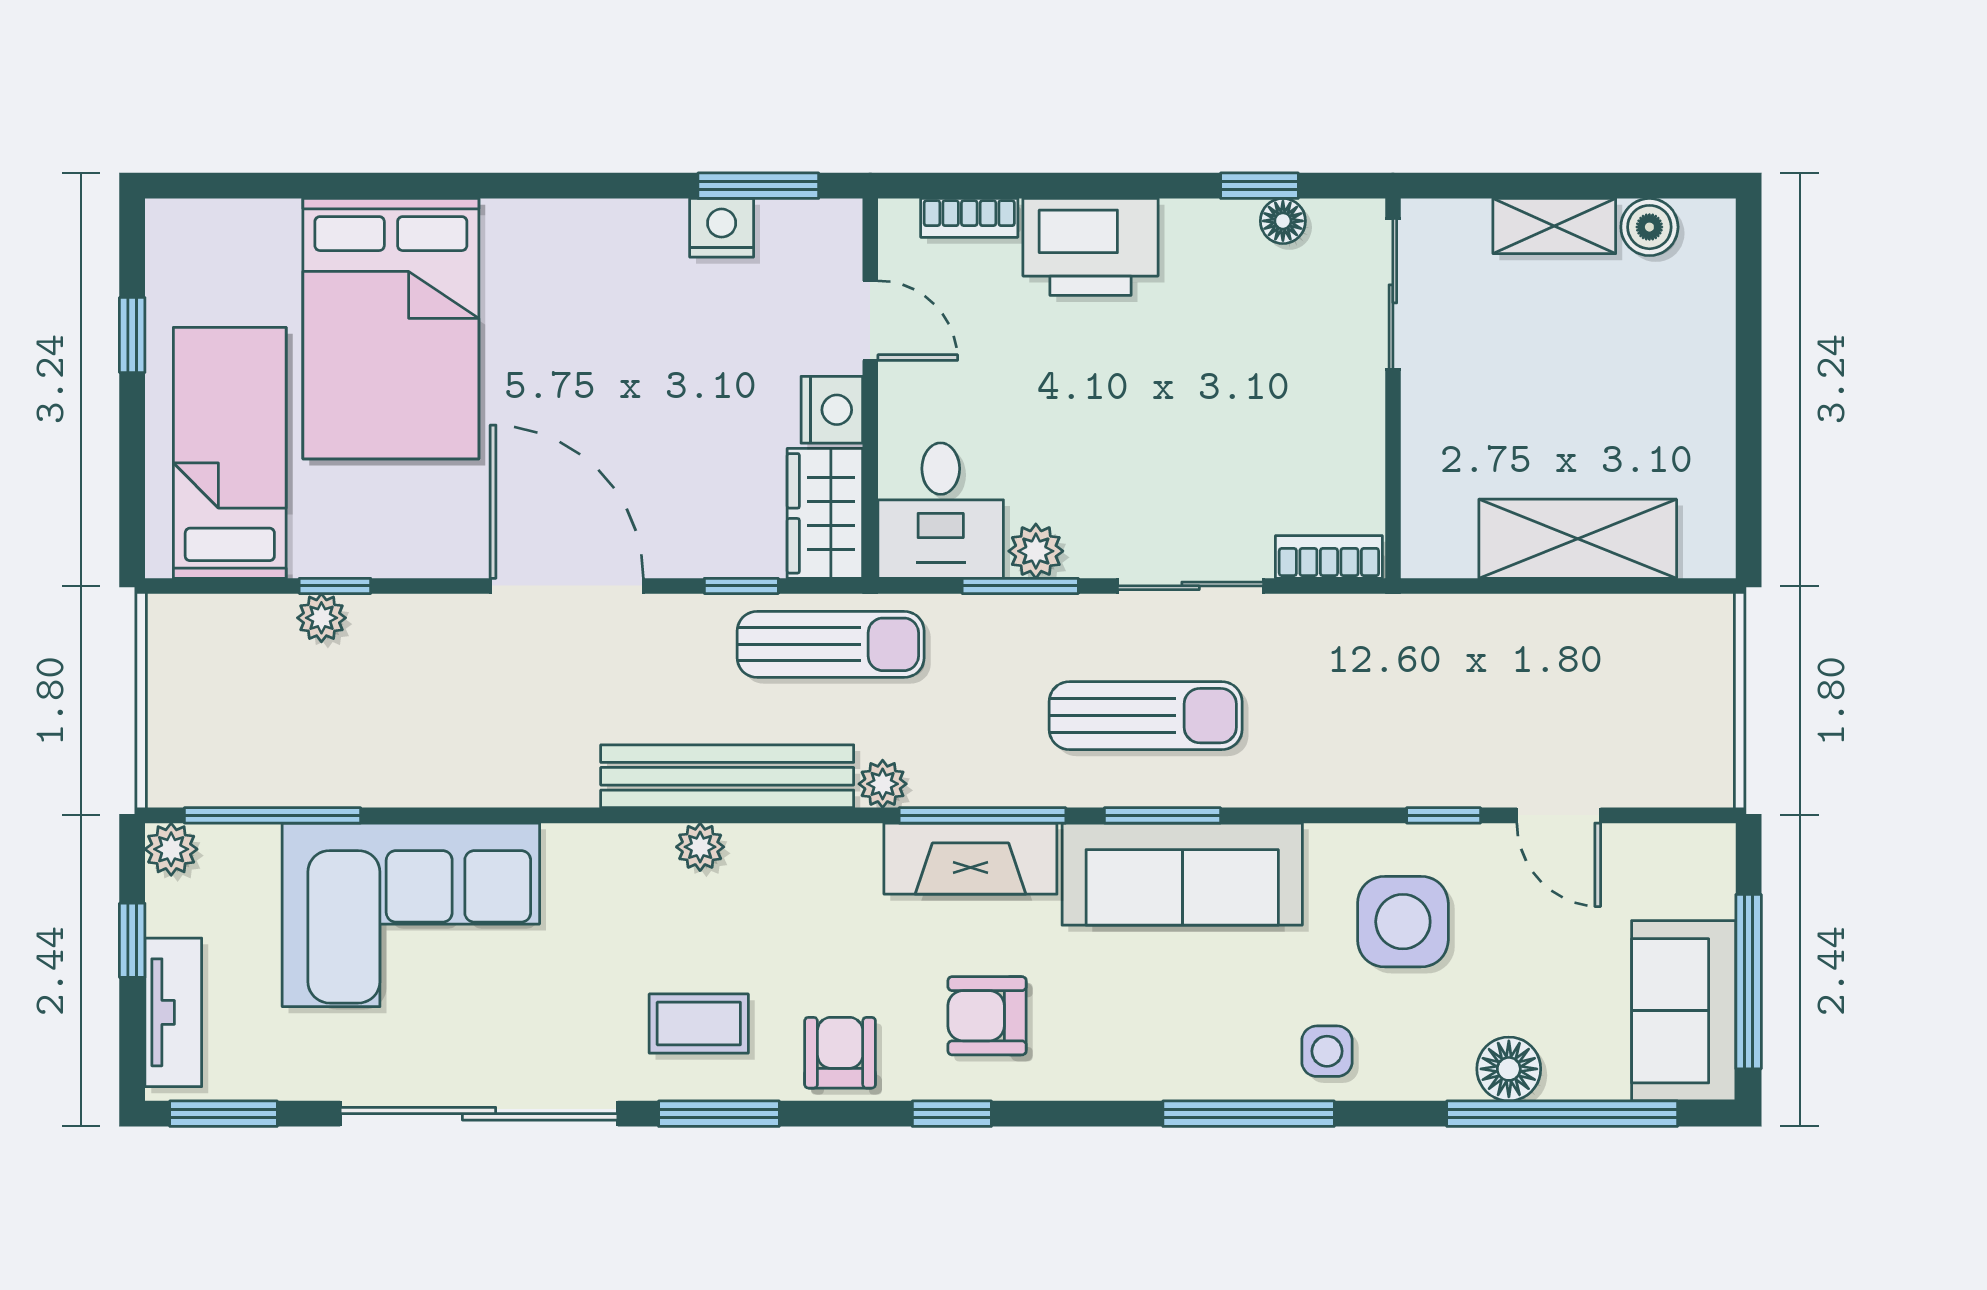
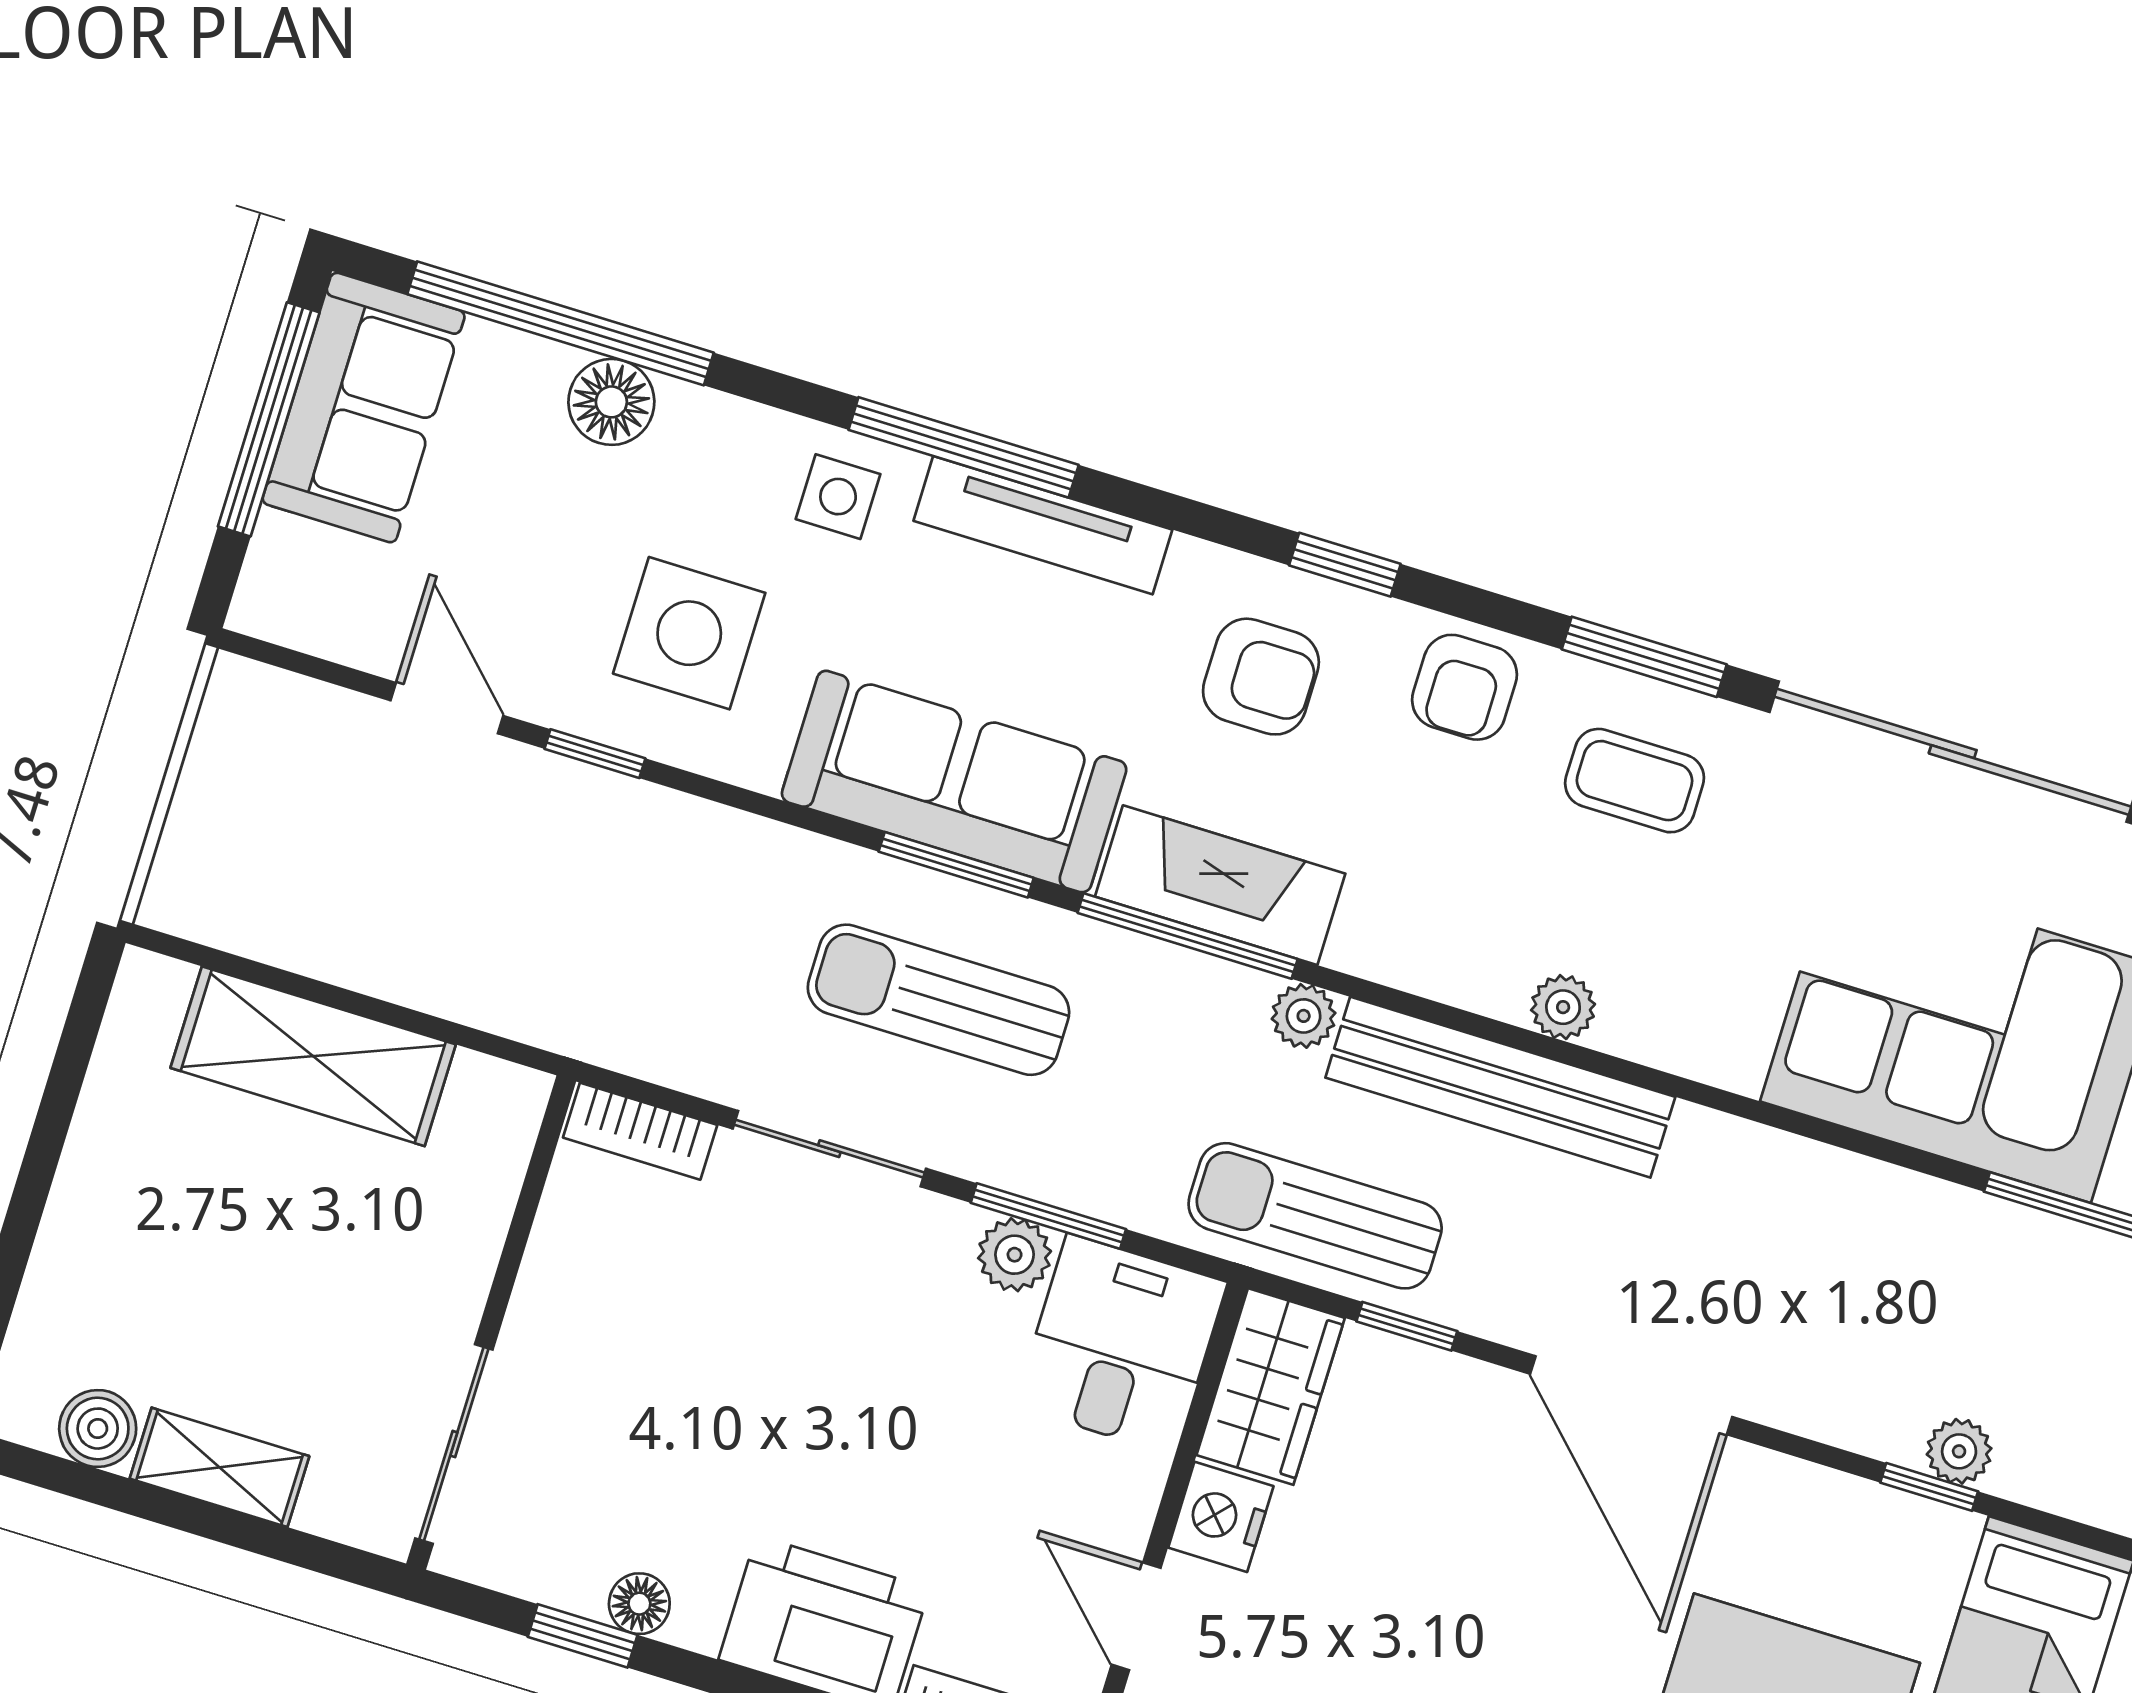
floor lamp: (1283, 221) -> (639, 1604), moved
tv unit: (1175, 1076) -> (1043, 525), added

